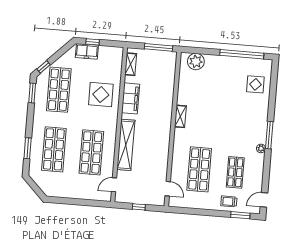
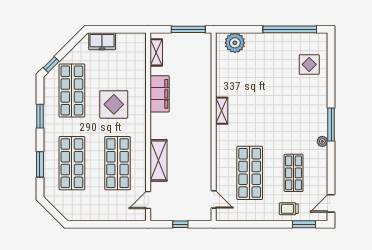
window: (93, 42) -> (108, 29), removed
window: (32, 93) -> (40, 116), moved
display table: (101, 94) -> (114, 104), moved
shelving: (126, 145) -> (159, 160), width x0.68

